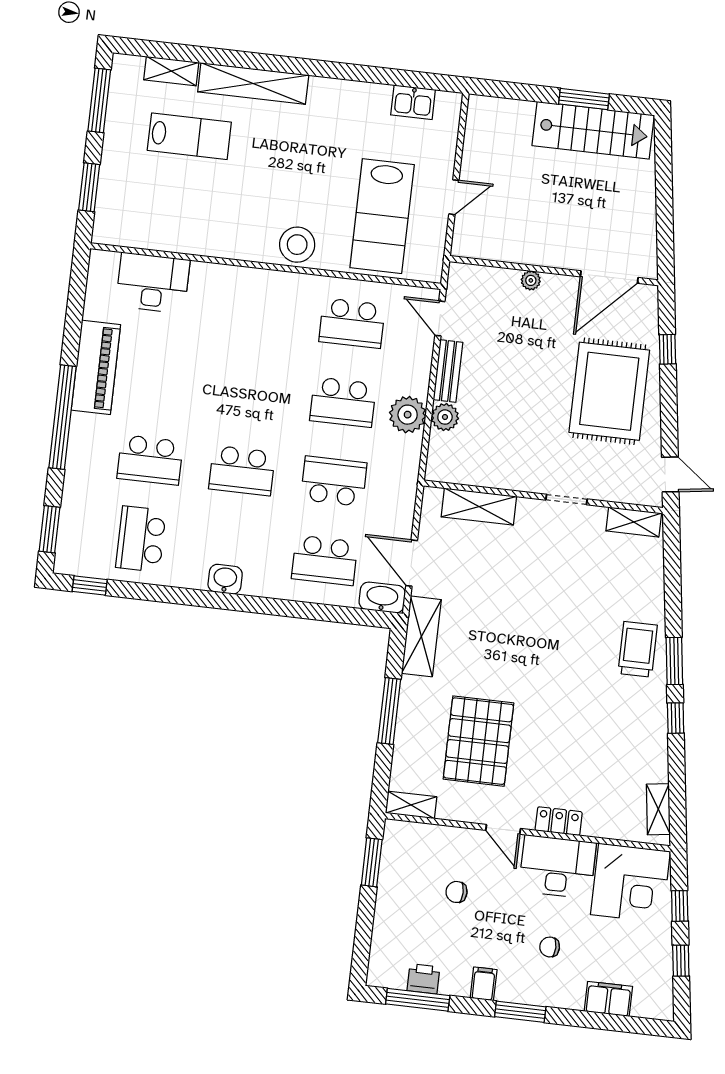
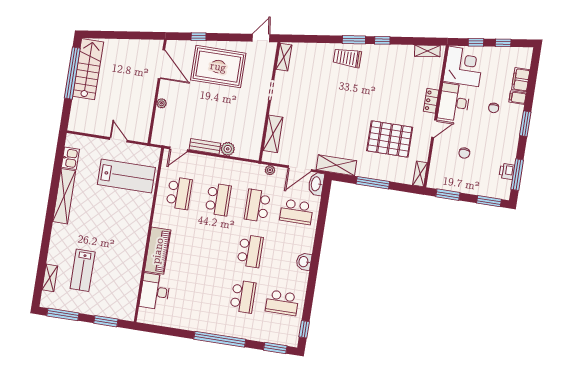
shelving: (253, 83) -> (64, 196), moved
window: (584, 99) -> (72, 73), width x2.11
lab bench: (189, 136) -> (83, 270), turned 180
stool: (297, 245) -> (139, 219), removed
piano: (96, 367) -> (158, 251), moved, turned 90
plant: (408, 415) -> (270, 170), moved, width x0.53, depth x0.53
school desk: (325, 560) -> (296, 212), turned 90
window: (362, 945) -> (489, 201), added
filing cabinet: (484, 984) -> (518, 98), moved

